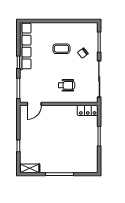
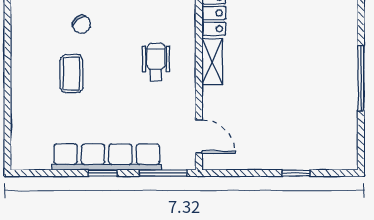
row of seats: (25, 46) -> (107, 157), moved
shelving: (30, 168) -> (212, 62), moved

